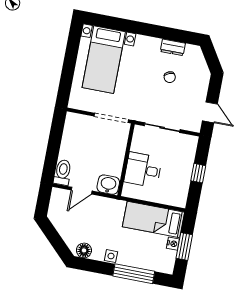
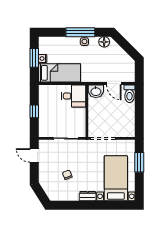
dresser: (173, 47) -> (88, 196), moved
window: (67, 76) -> (139, 162), added
desk: (143, 170) -> (74, 96), moved
door: (82, 191) -> (114, 84), swing flipped
window: (134, 274) -> (80, 32), moved

